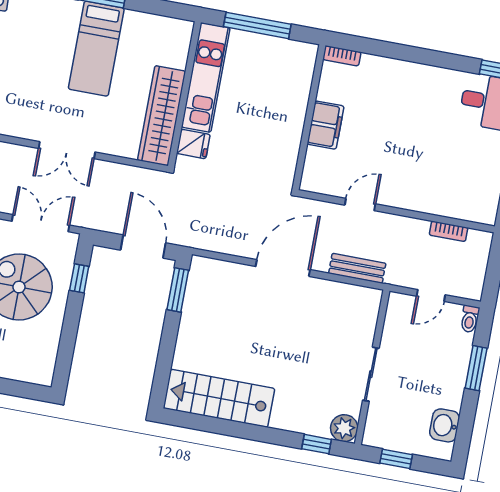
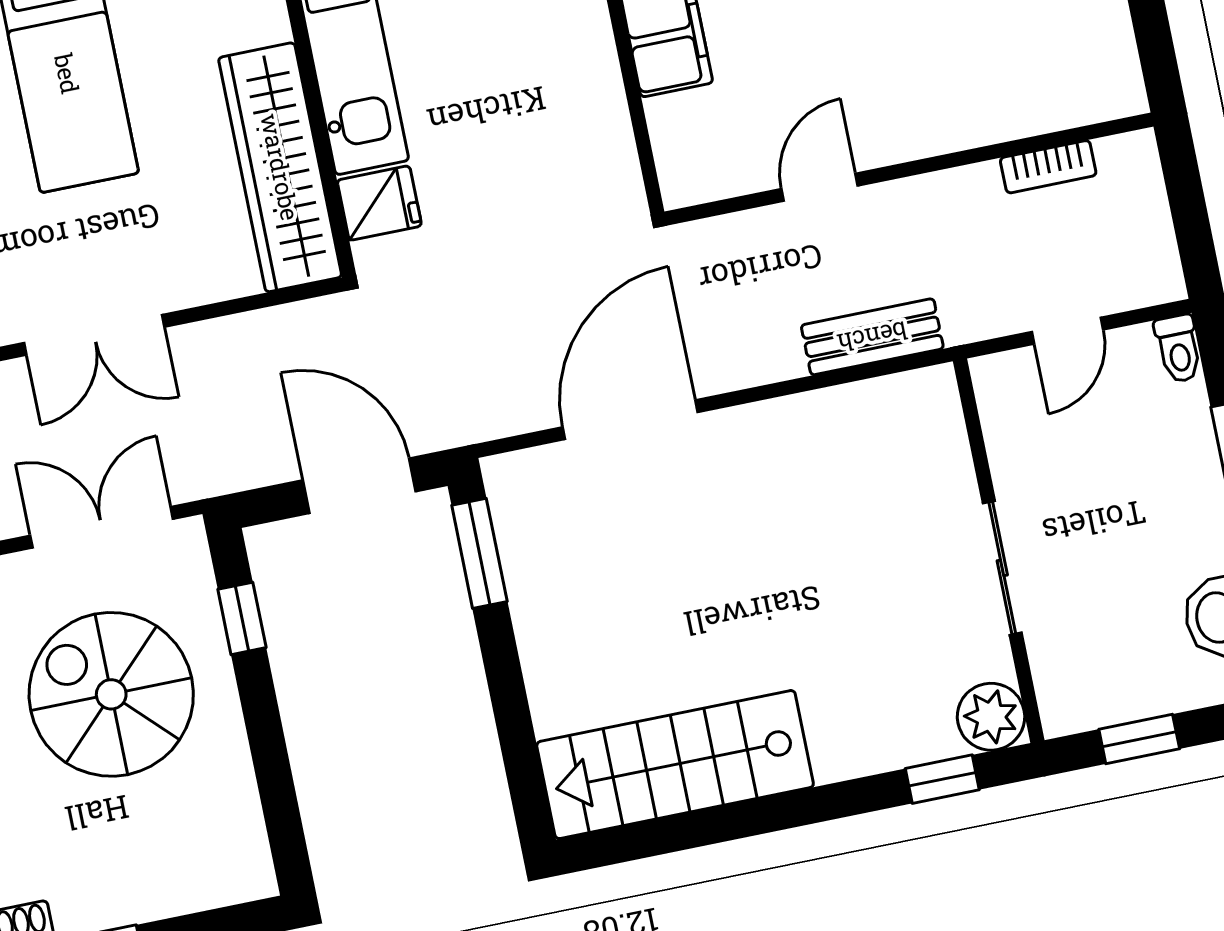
door: (283, 268) -> (630, 420), moved

